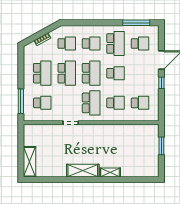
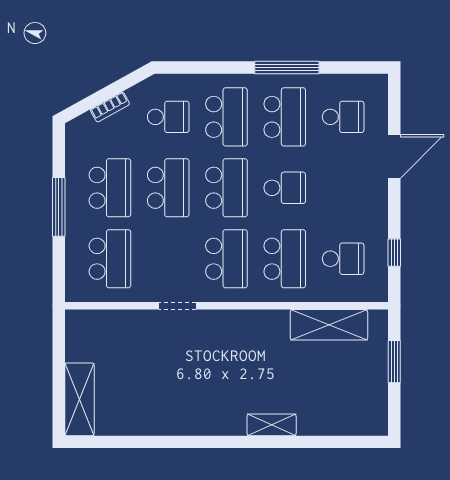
window: (136, 23) -> (287, 67), moved
school desk: (91, 43) -> (226, 117), width x1.85
window: (161, 83) -> (394, 253), moved
window: (21, 101) -> (59, 207), moved
school desk: (42, 103) -> (110, 259), width x1.85
school desk: (116, 103) -> (285, 259), width x1.85
shelving: (83, 171) -> (329, 325), moved

